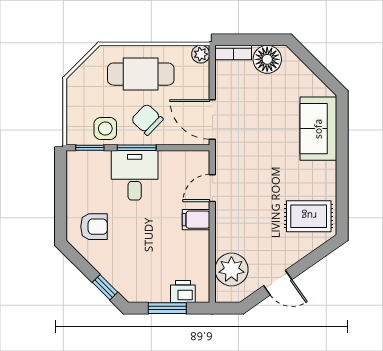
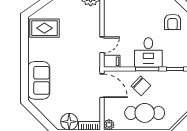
side table: (105, 129) -> (166, 80), removed
filing cabinet: (196, 220) -> (112, 61), moved
armchair: (94, 227) -> (173, 22), turned -90

